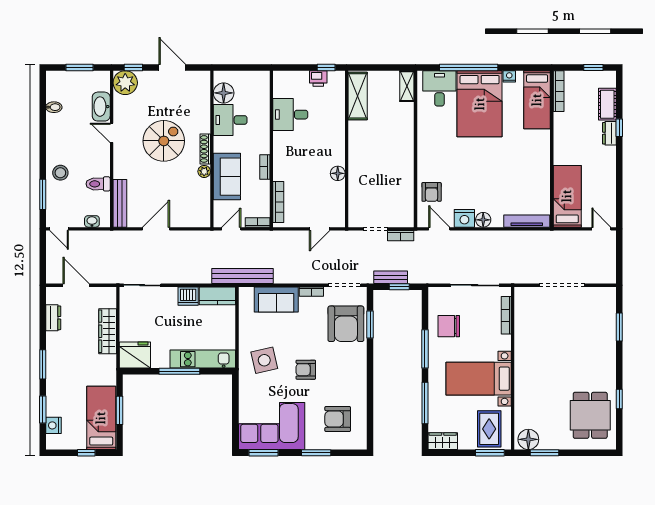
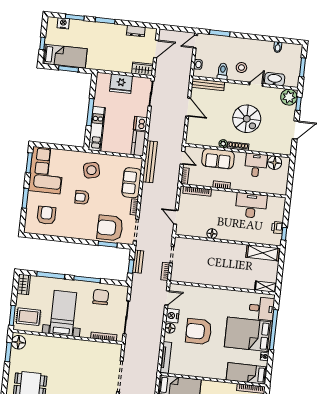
desk: (290, 115) -> (251, 206), width x1.37
stool: (60, 173) -> (241, 68), moved
armchair: (432, 192) -> (199, 331), moved, width x1.88, depth x1.88
wardrobe: (108, 331) -> (142, 69), moved, width x0.67
fridge: (135, 355) -> (121, 84), moved, turned 90
armchair: (306, 370) -> (82, 197), turned -90

